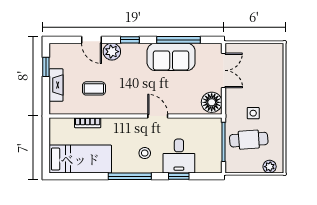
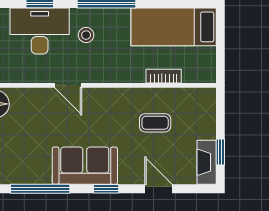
plant: (112, 52) -> (131, 173), removed
sofa: (171, 57) -> (85, 166), moved
fireplace: (56, 85) -> (207, 162), moved
desk: (179, 156) -> (40, 31), width x1.37

